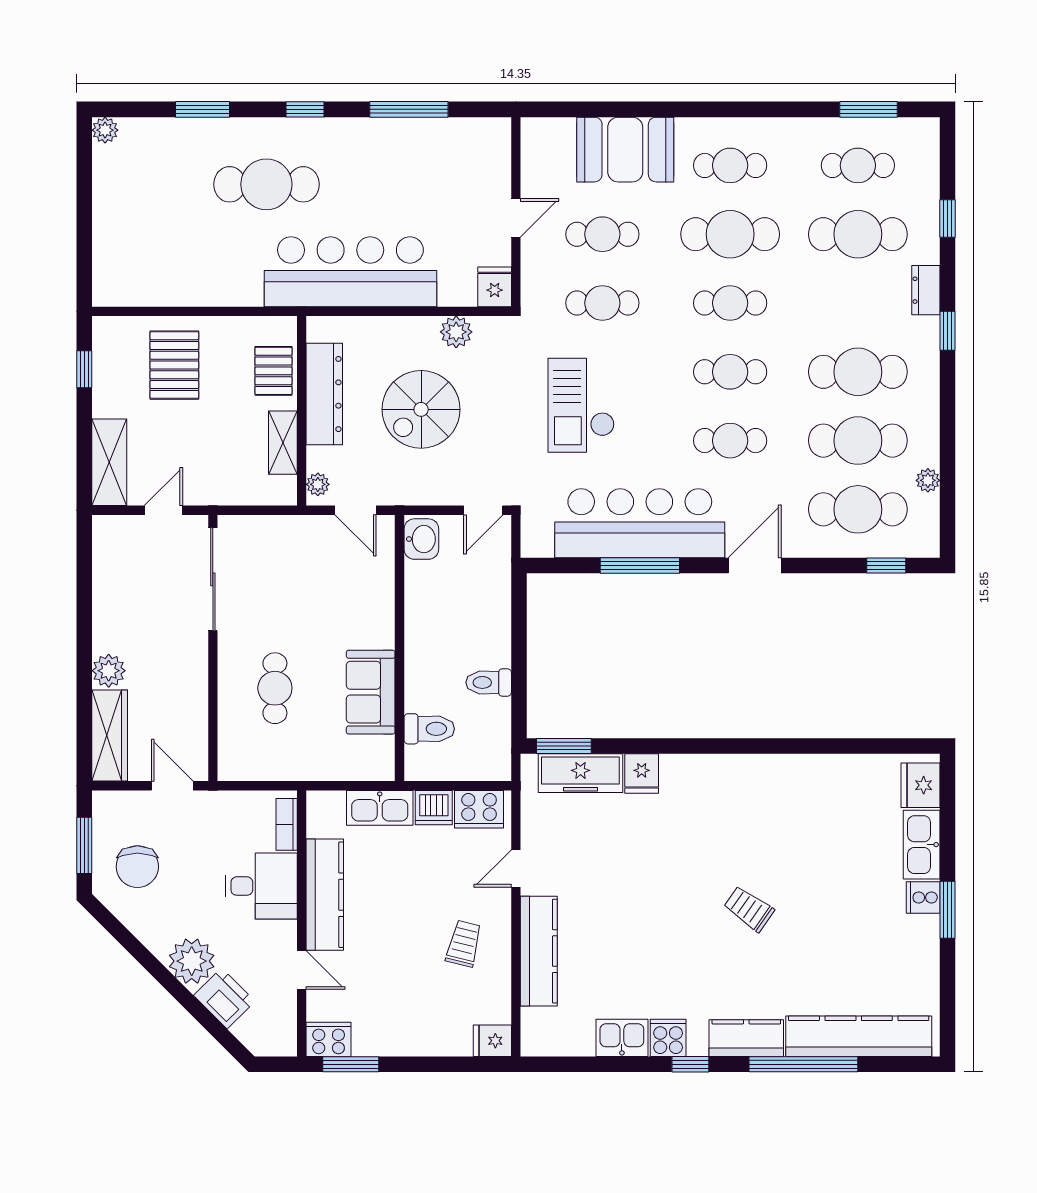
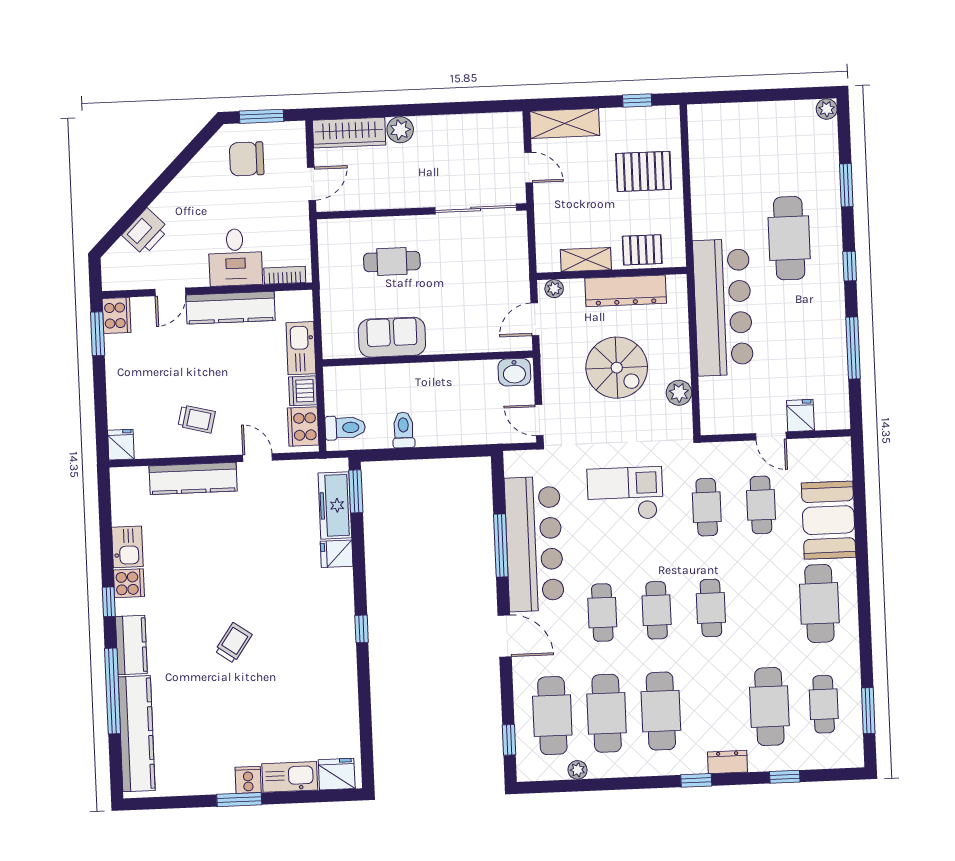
cafe table: (730, 165) -> (819, 603), width x1.37, depth x1.35
cafe table: (730, 234) -> (765, 606), removed
fridge: (495, 287) -> (800, 415), moved, turned -90
spiral stairs: (421, 409) -> (617, 368), turned 180
toilet: (429, 729) -> (345, 428), moved, turned -90
window: (738, 746) -> (362, 629), added
plant: (192, 961) -> (174, 205), removed

